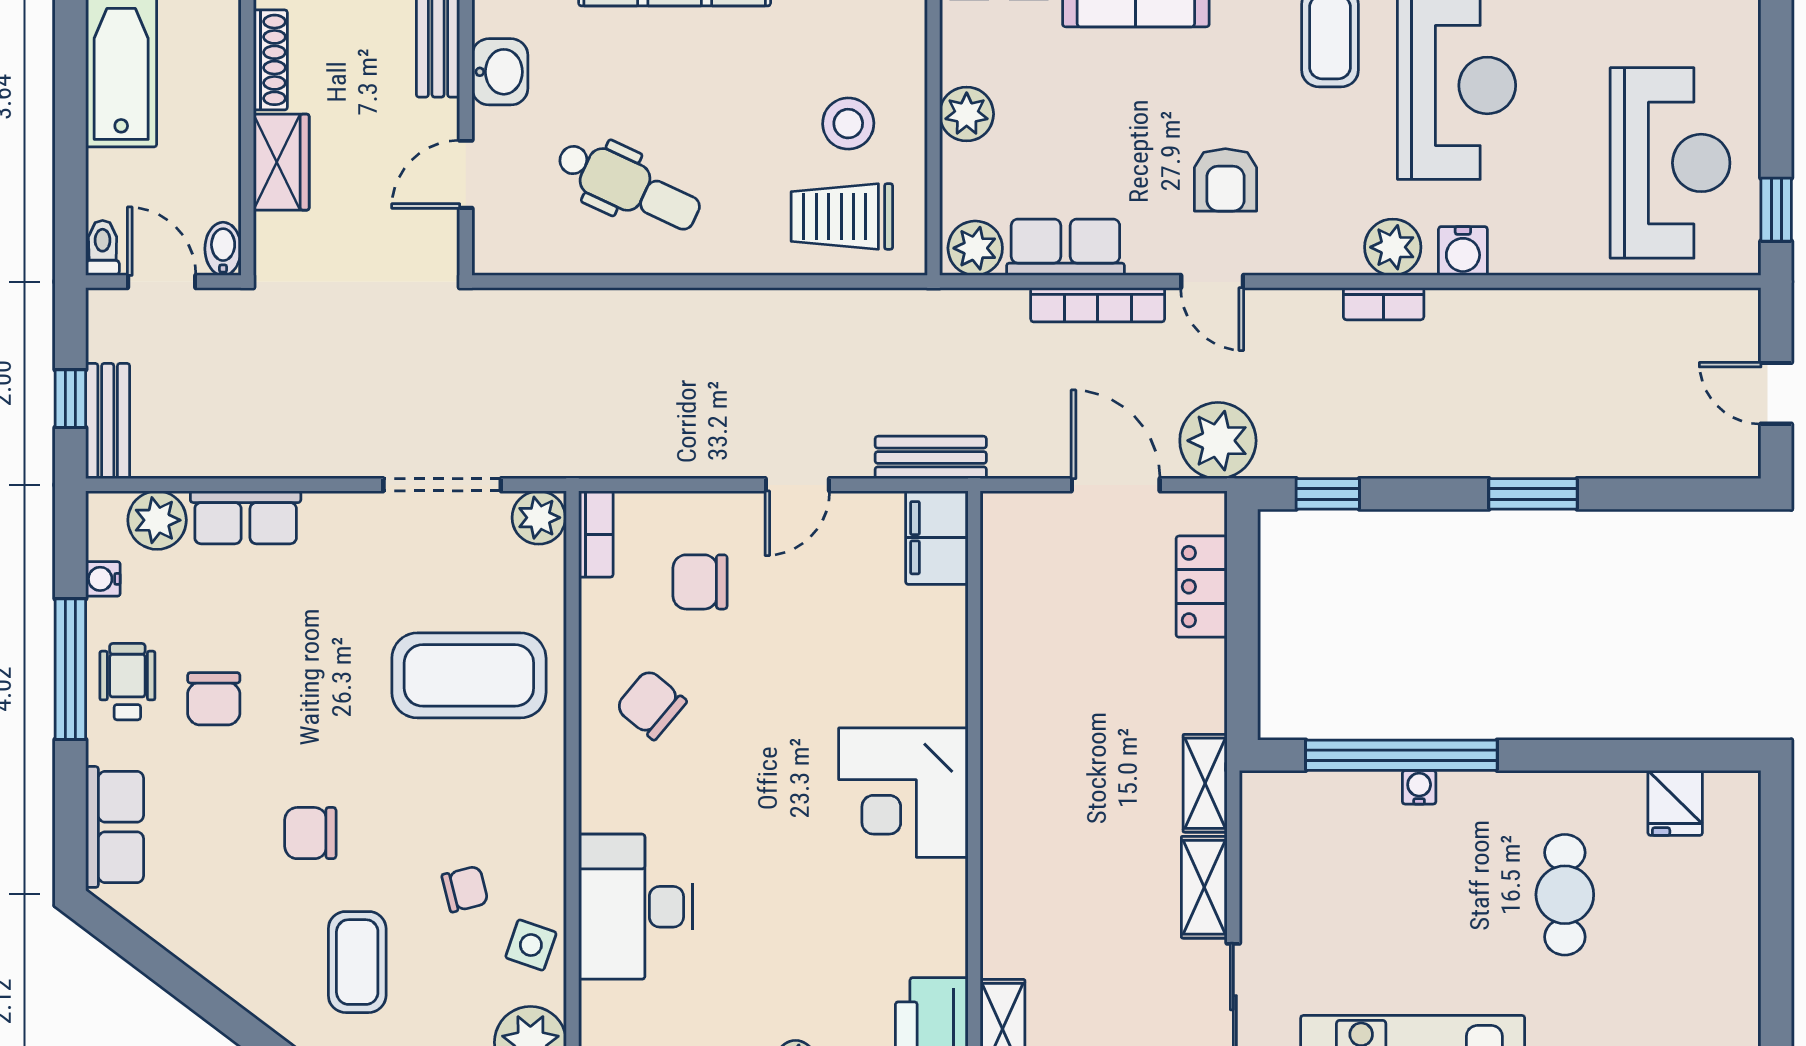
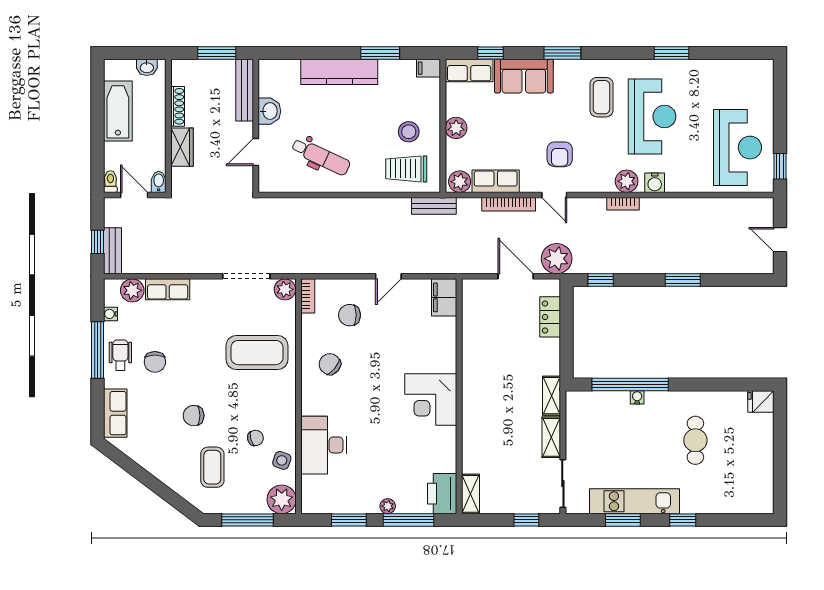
bench: (931, 457) -> (434, 206), moved
fridge: (1675, 803) -> (761, 401), moved, turned 90

